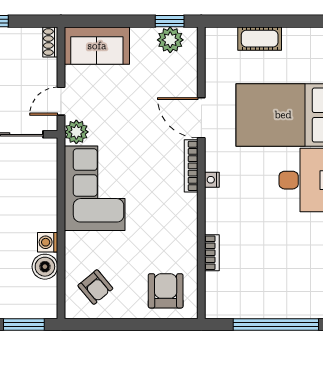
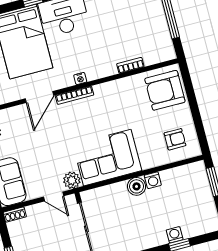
boiler: (45, 267) -> (137, 186), moved
armchair: (95, 287) -> (175, 139), turned 40
armchair: (166, 291) -> (165, 90), width x1.36, depth x1.36

